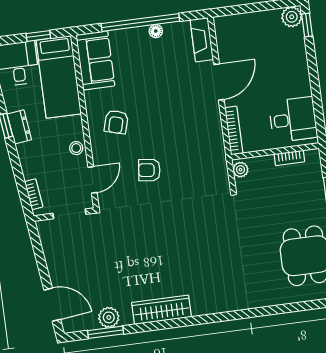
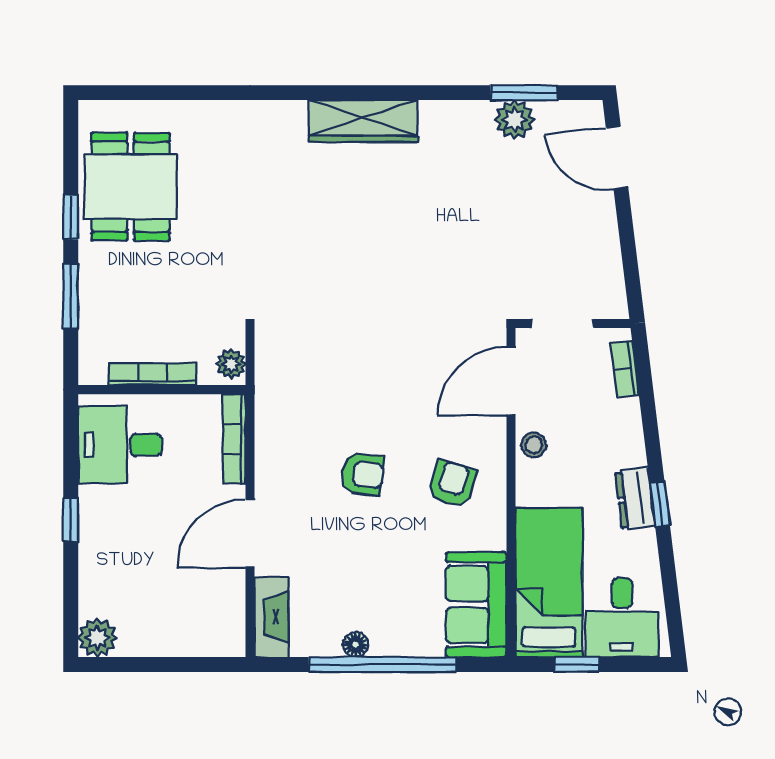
window: (307, 25) -> (71, 520), moved
bookcase: (289, 158) -> (152, 374), width x1.56
armchair: (149, 170) -> (362, 474), moved
door: (93, 180) -> (511, 381), width x1.38
wardrobe: (161, 310) -> (363, 121), moved

